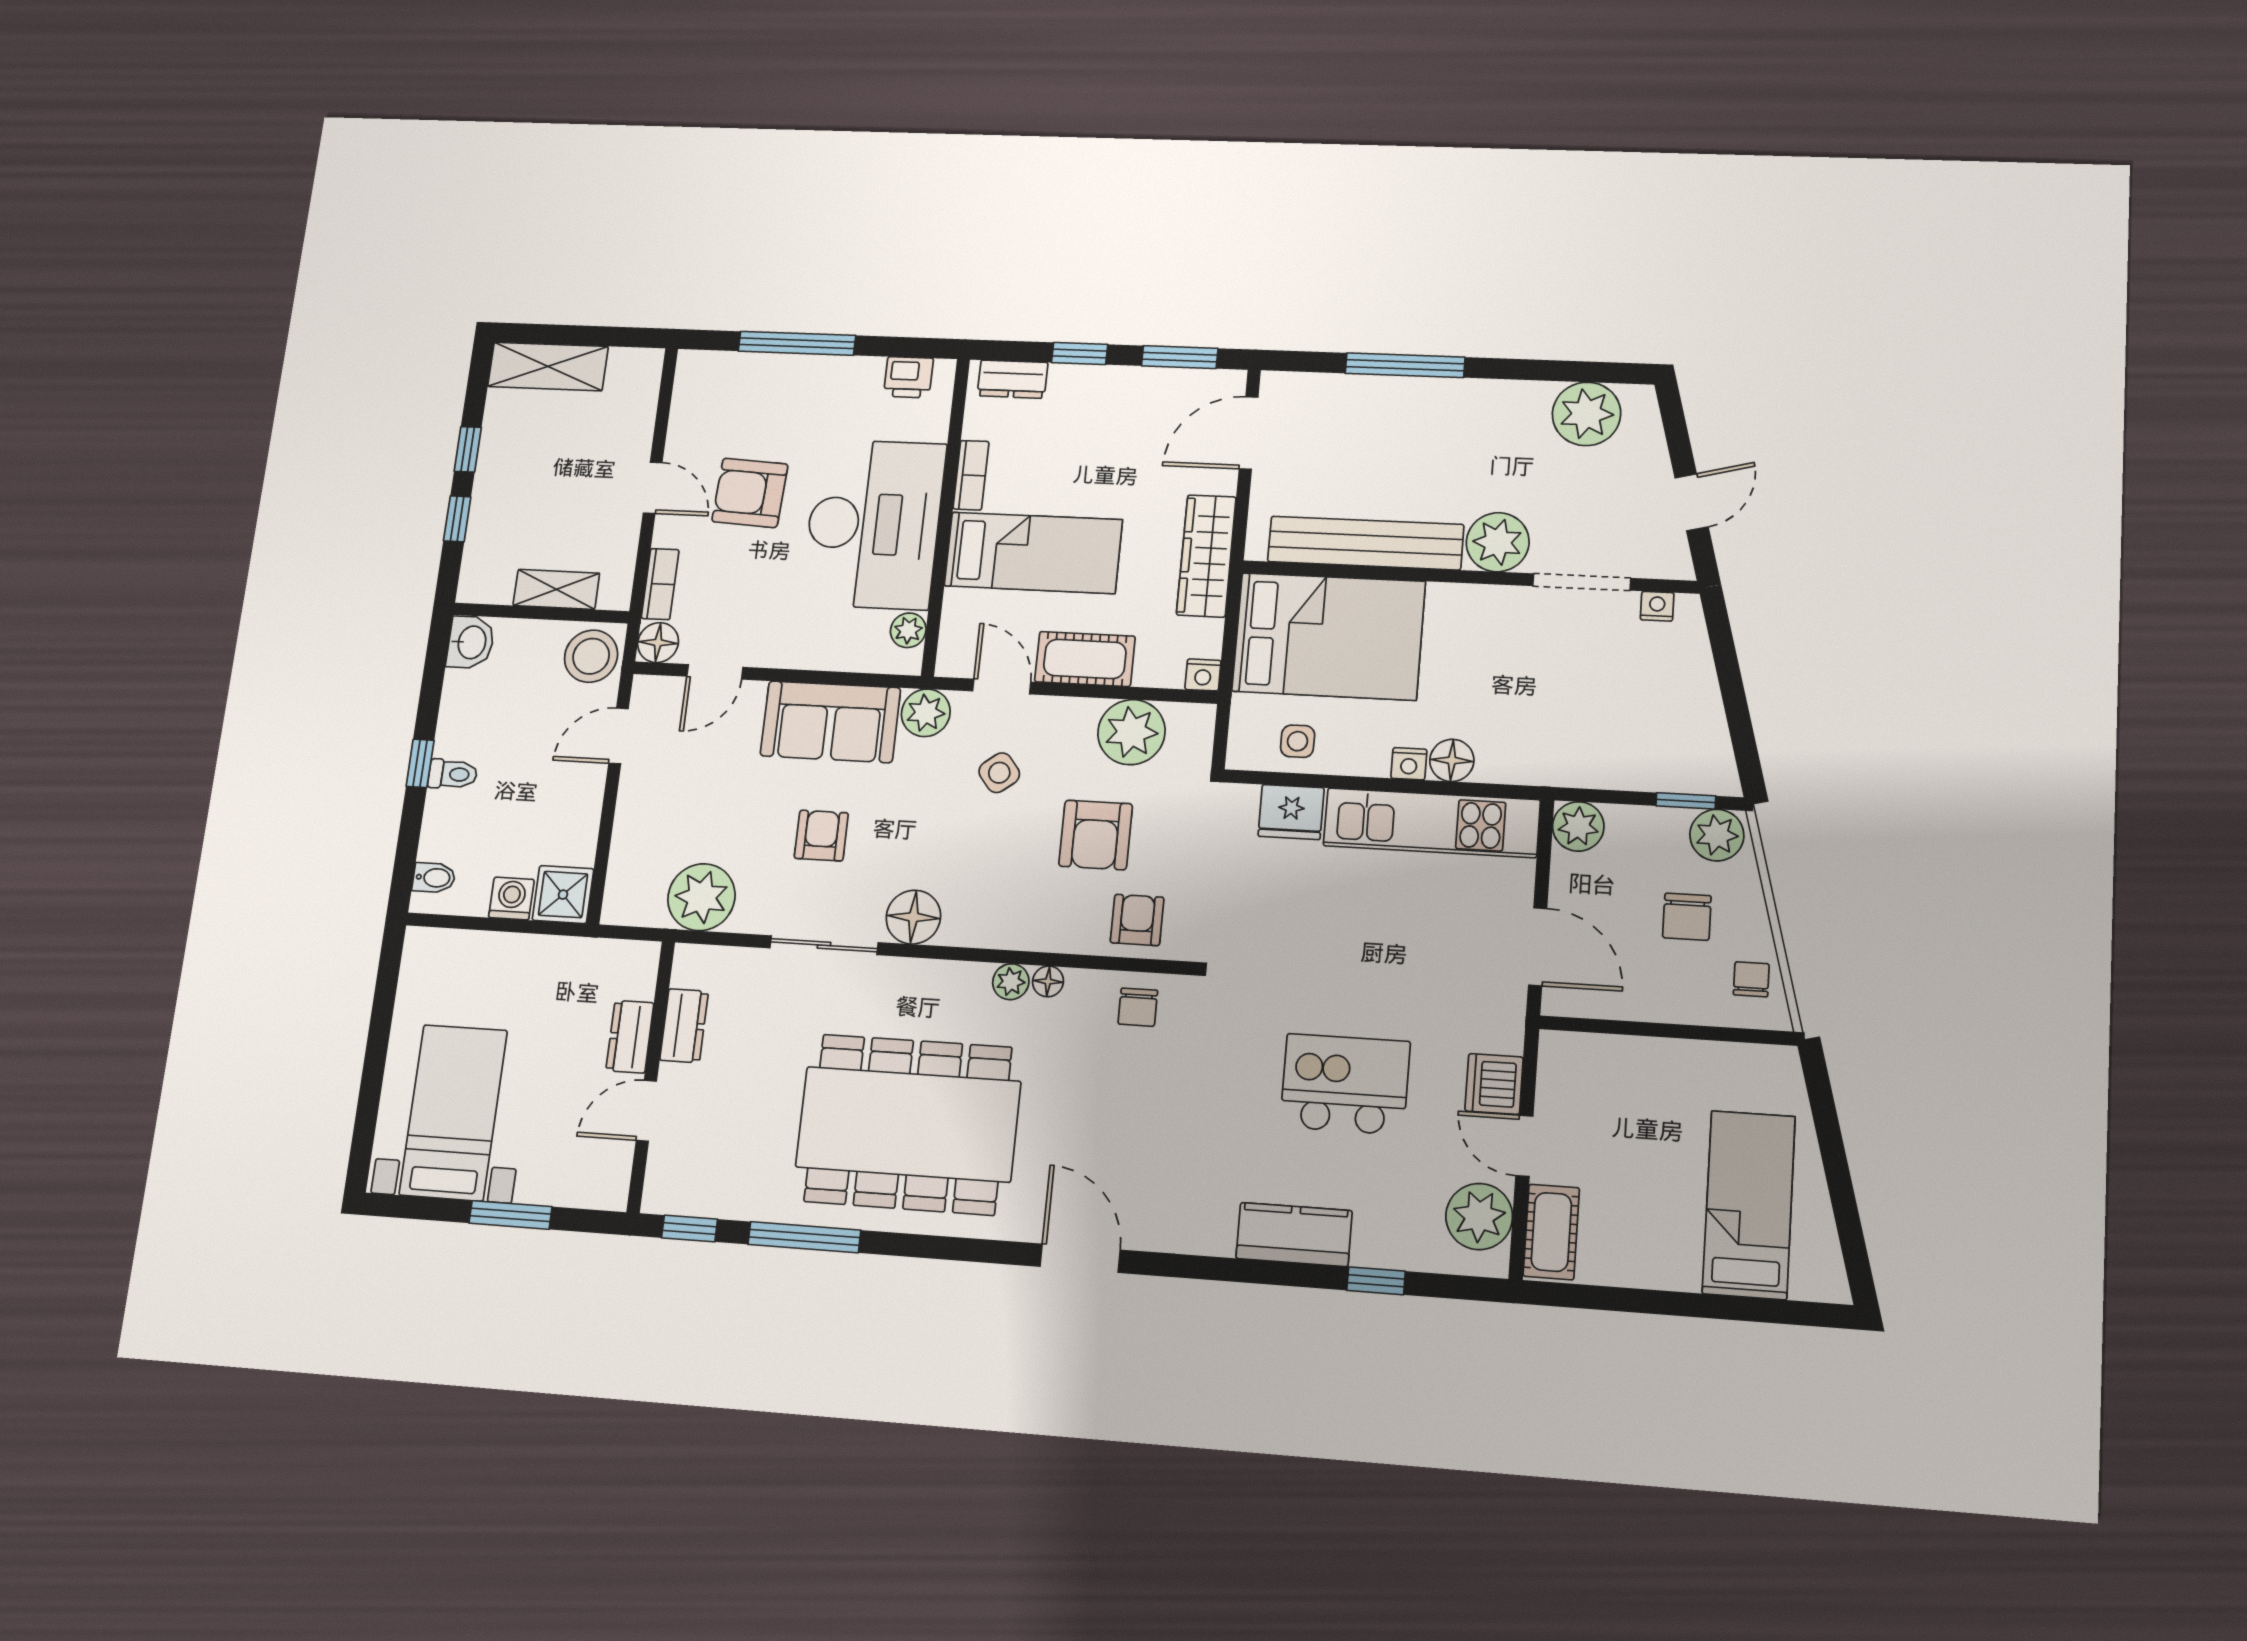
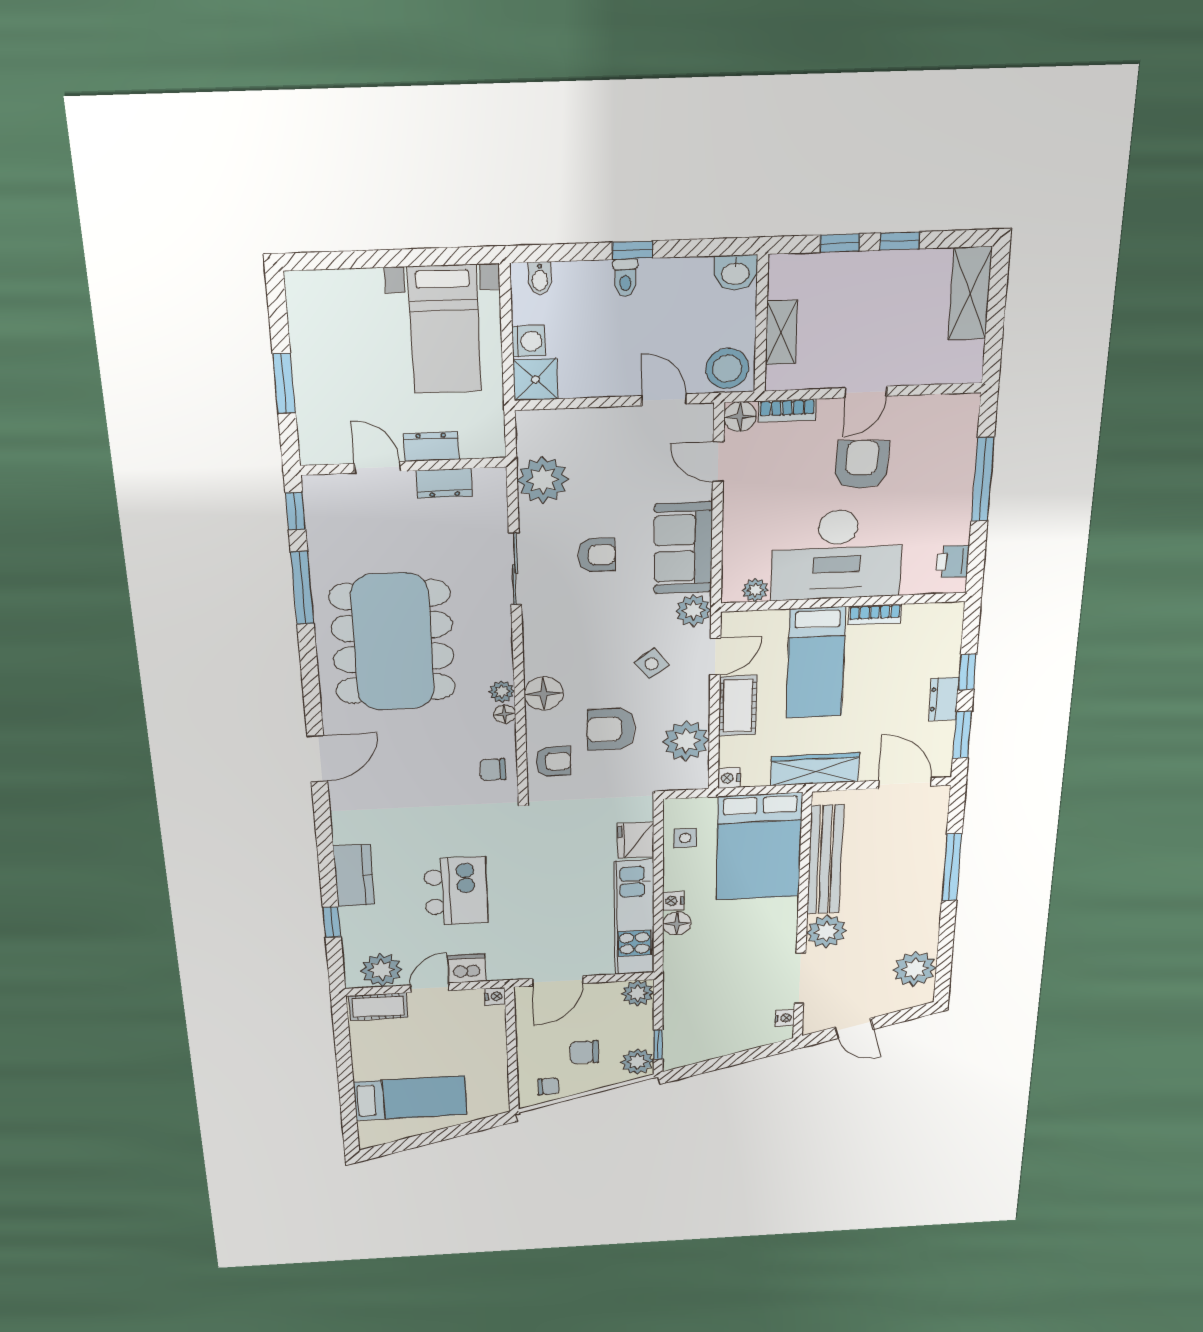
dresser: (1013, 379) -> (944, 699), moved
floor lamp: (913, 917) -> (544, 694), moved
nightstand: (1555, 1046) -> (495, 996), added
bed with nightstands: (453, 1112) -> (445, 330), moved, turned 90

